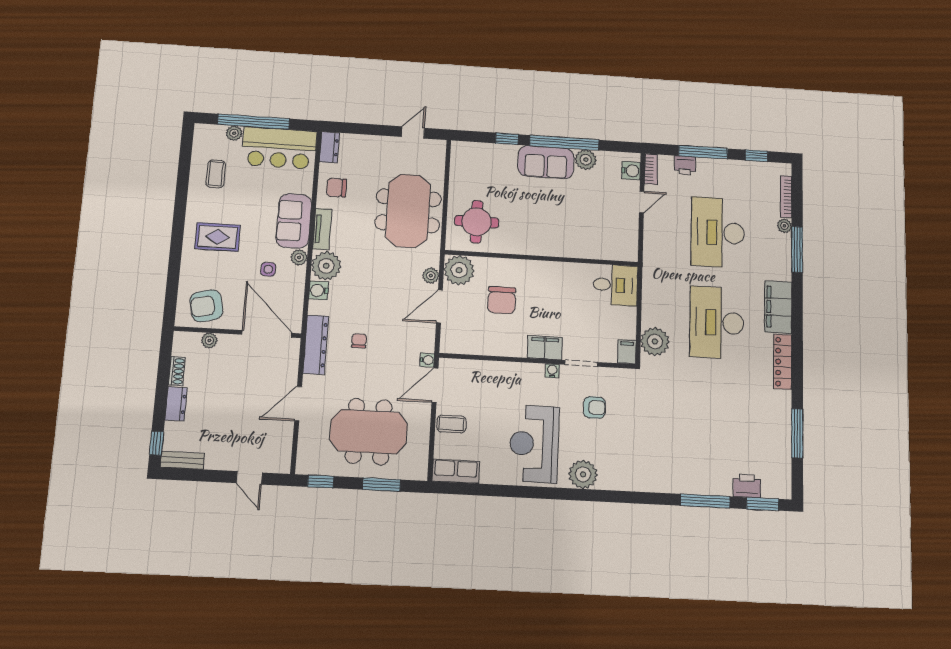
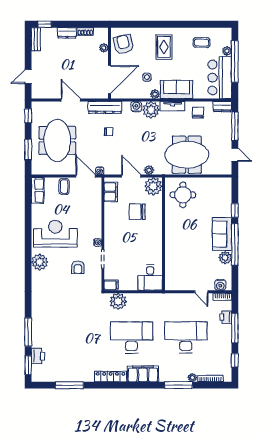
window: (364, 129) -> (235, 126), added
filing cabinet: (545, 348) -> (111, 192), moved

